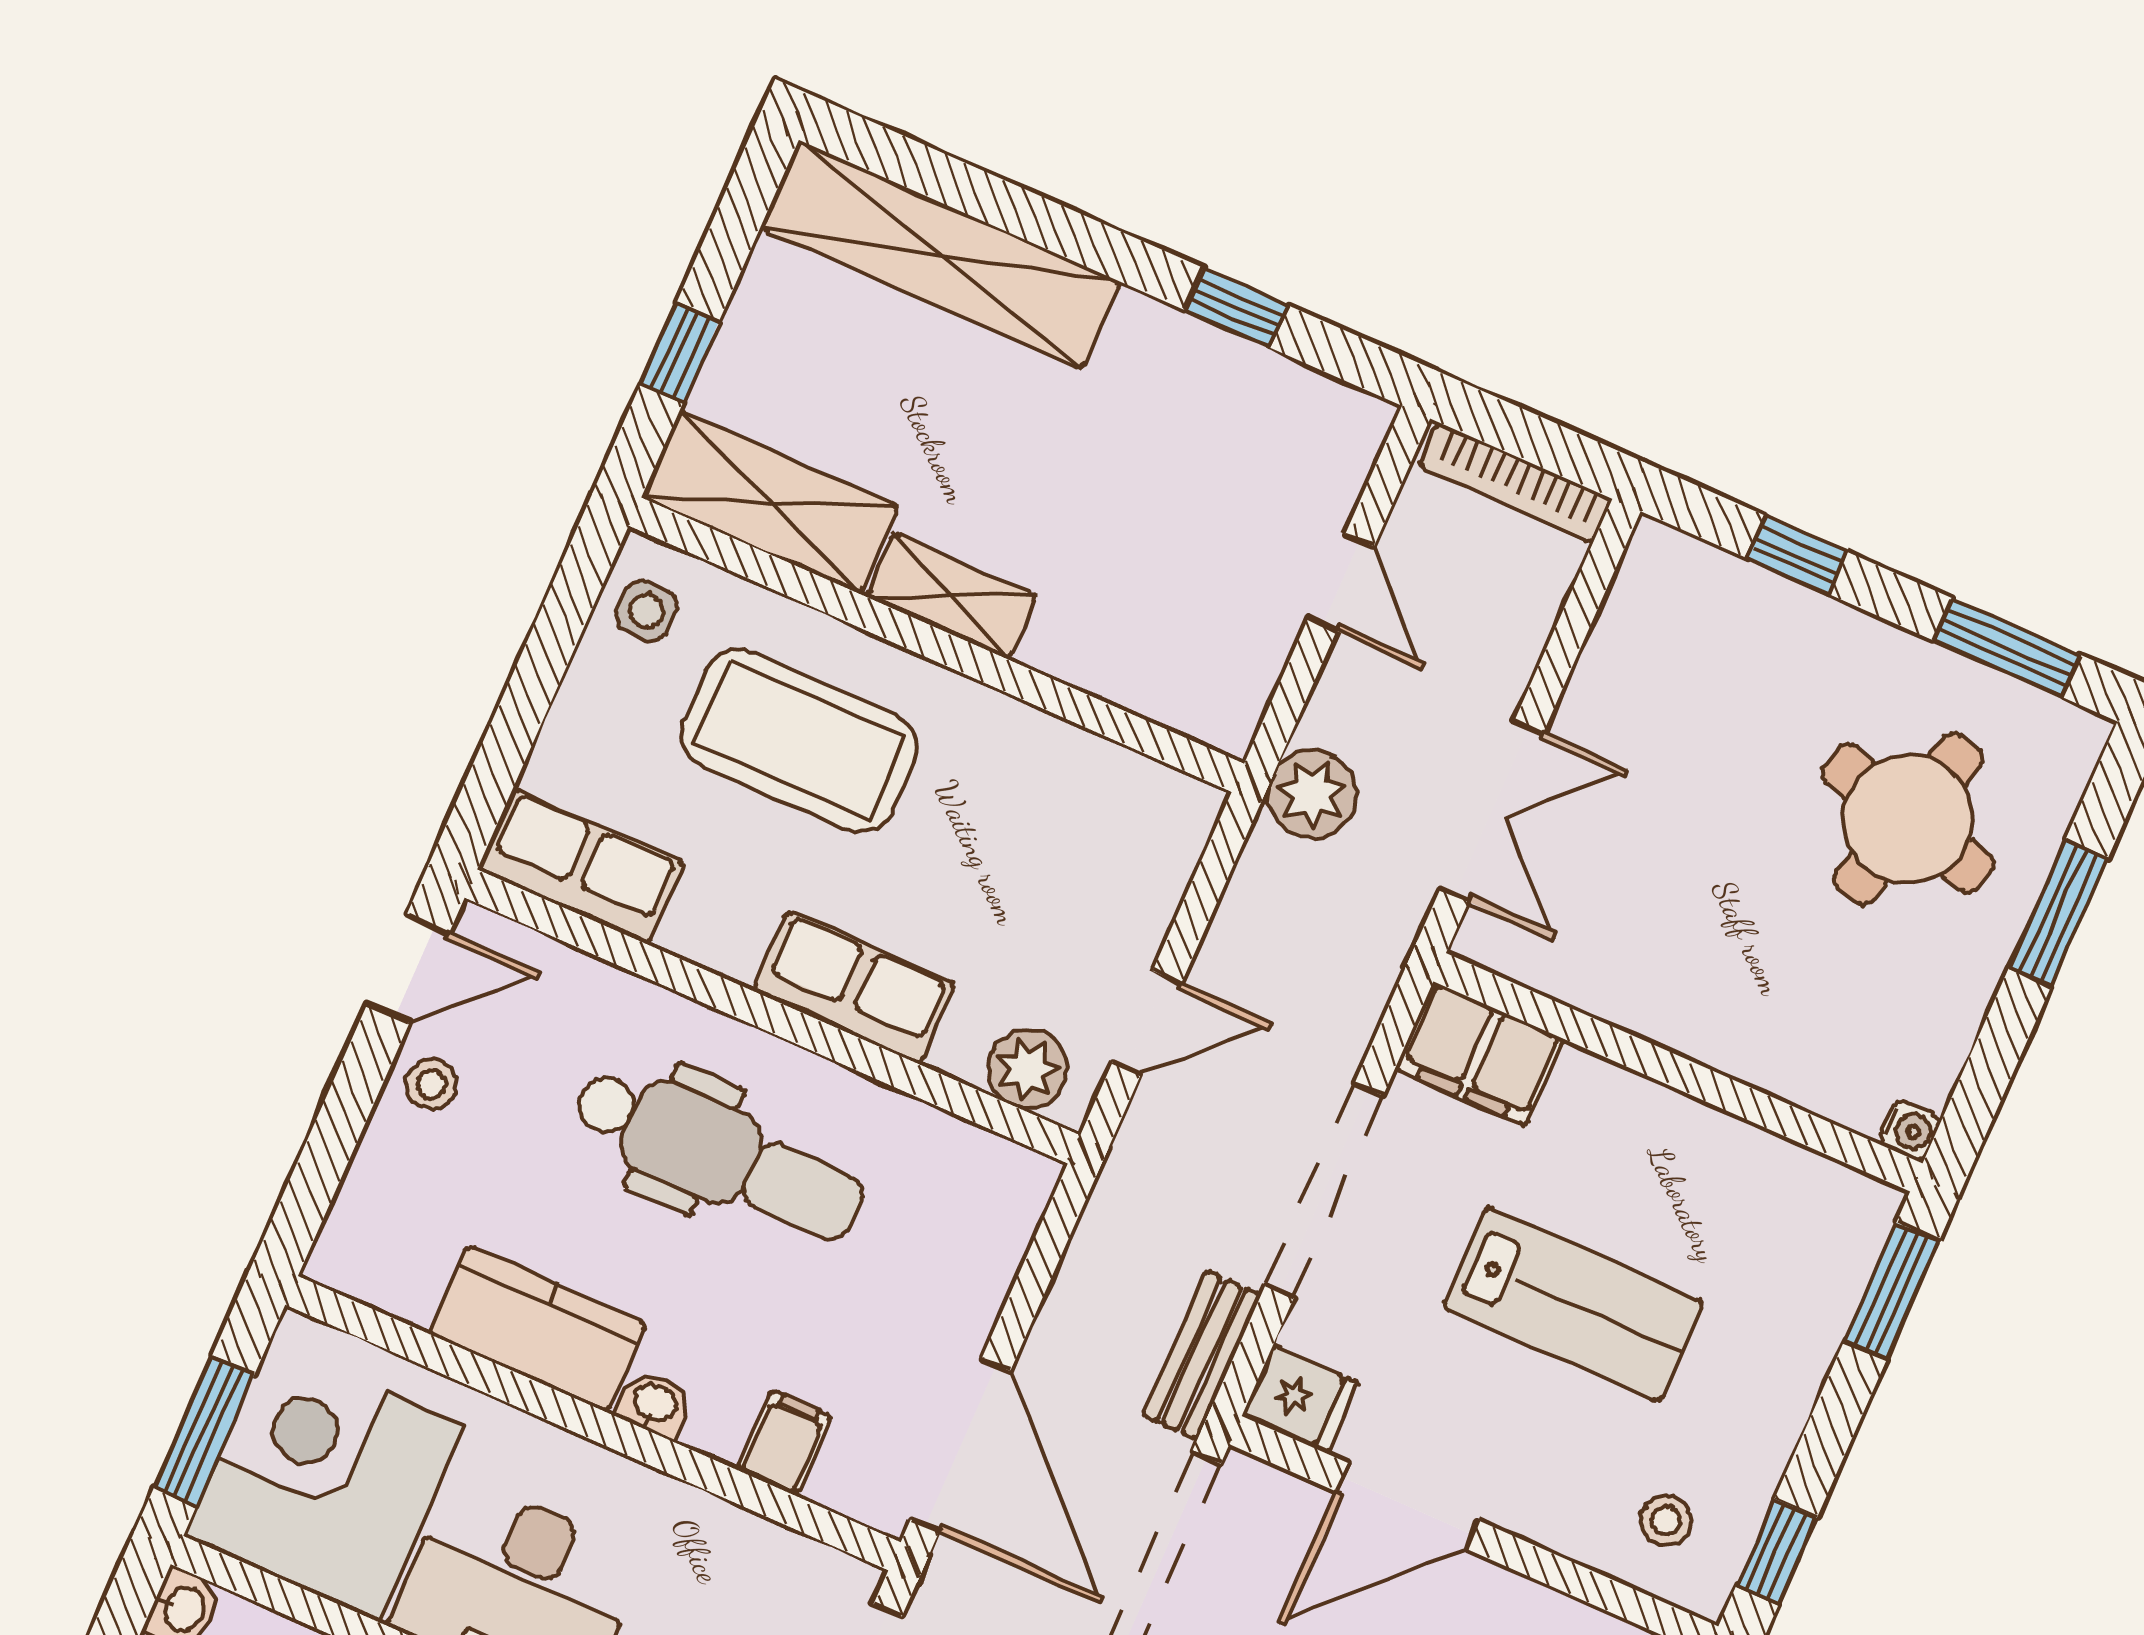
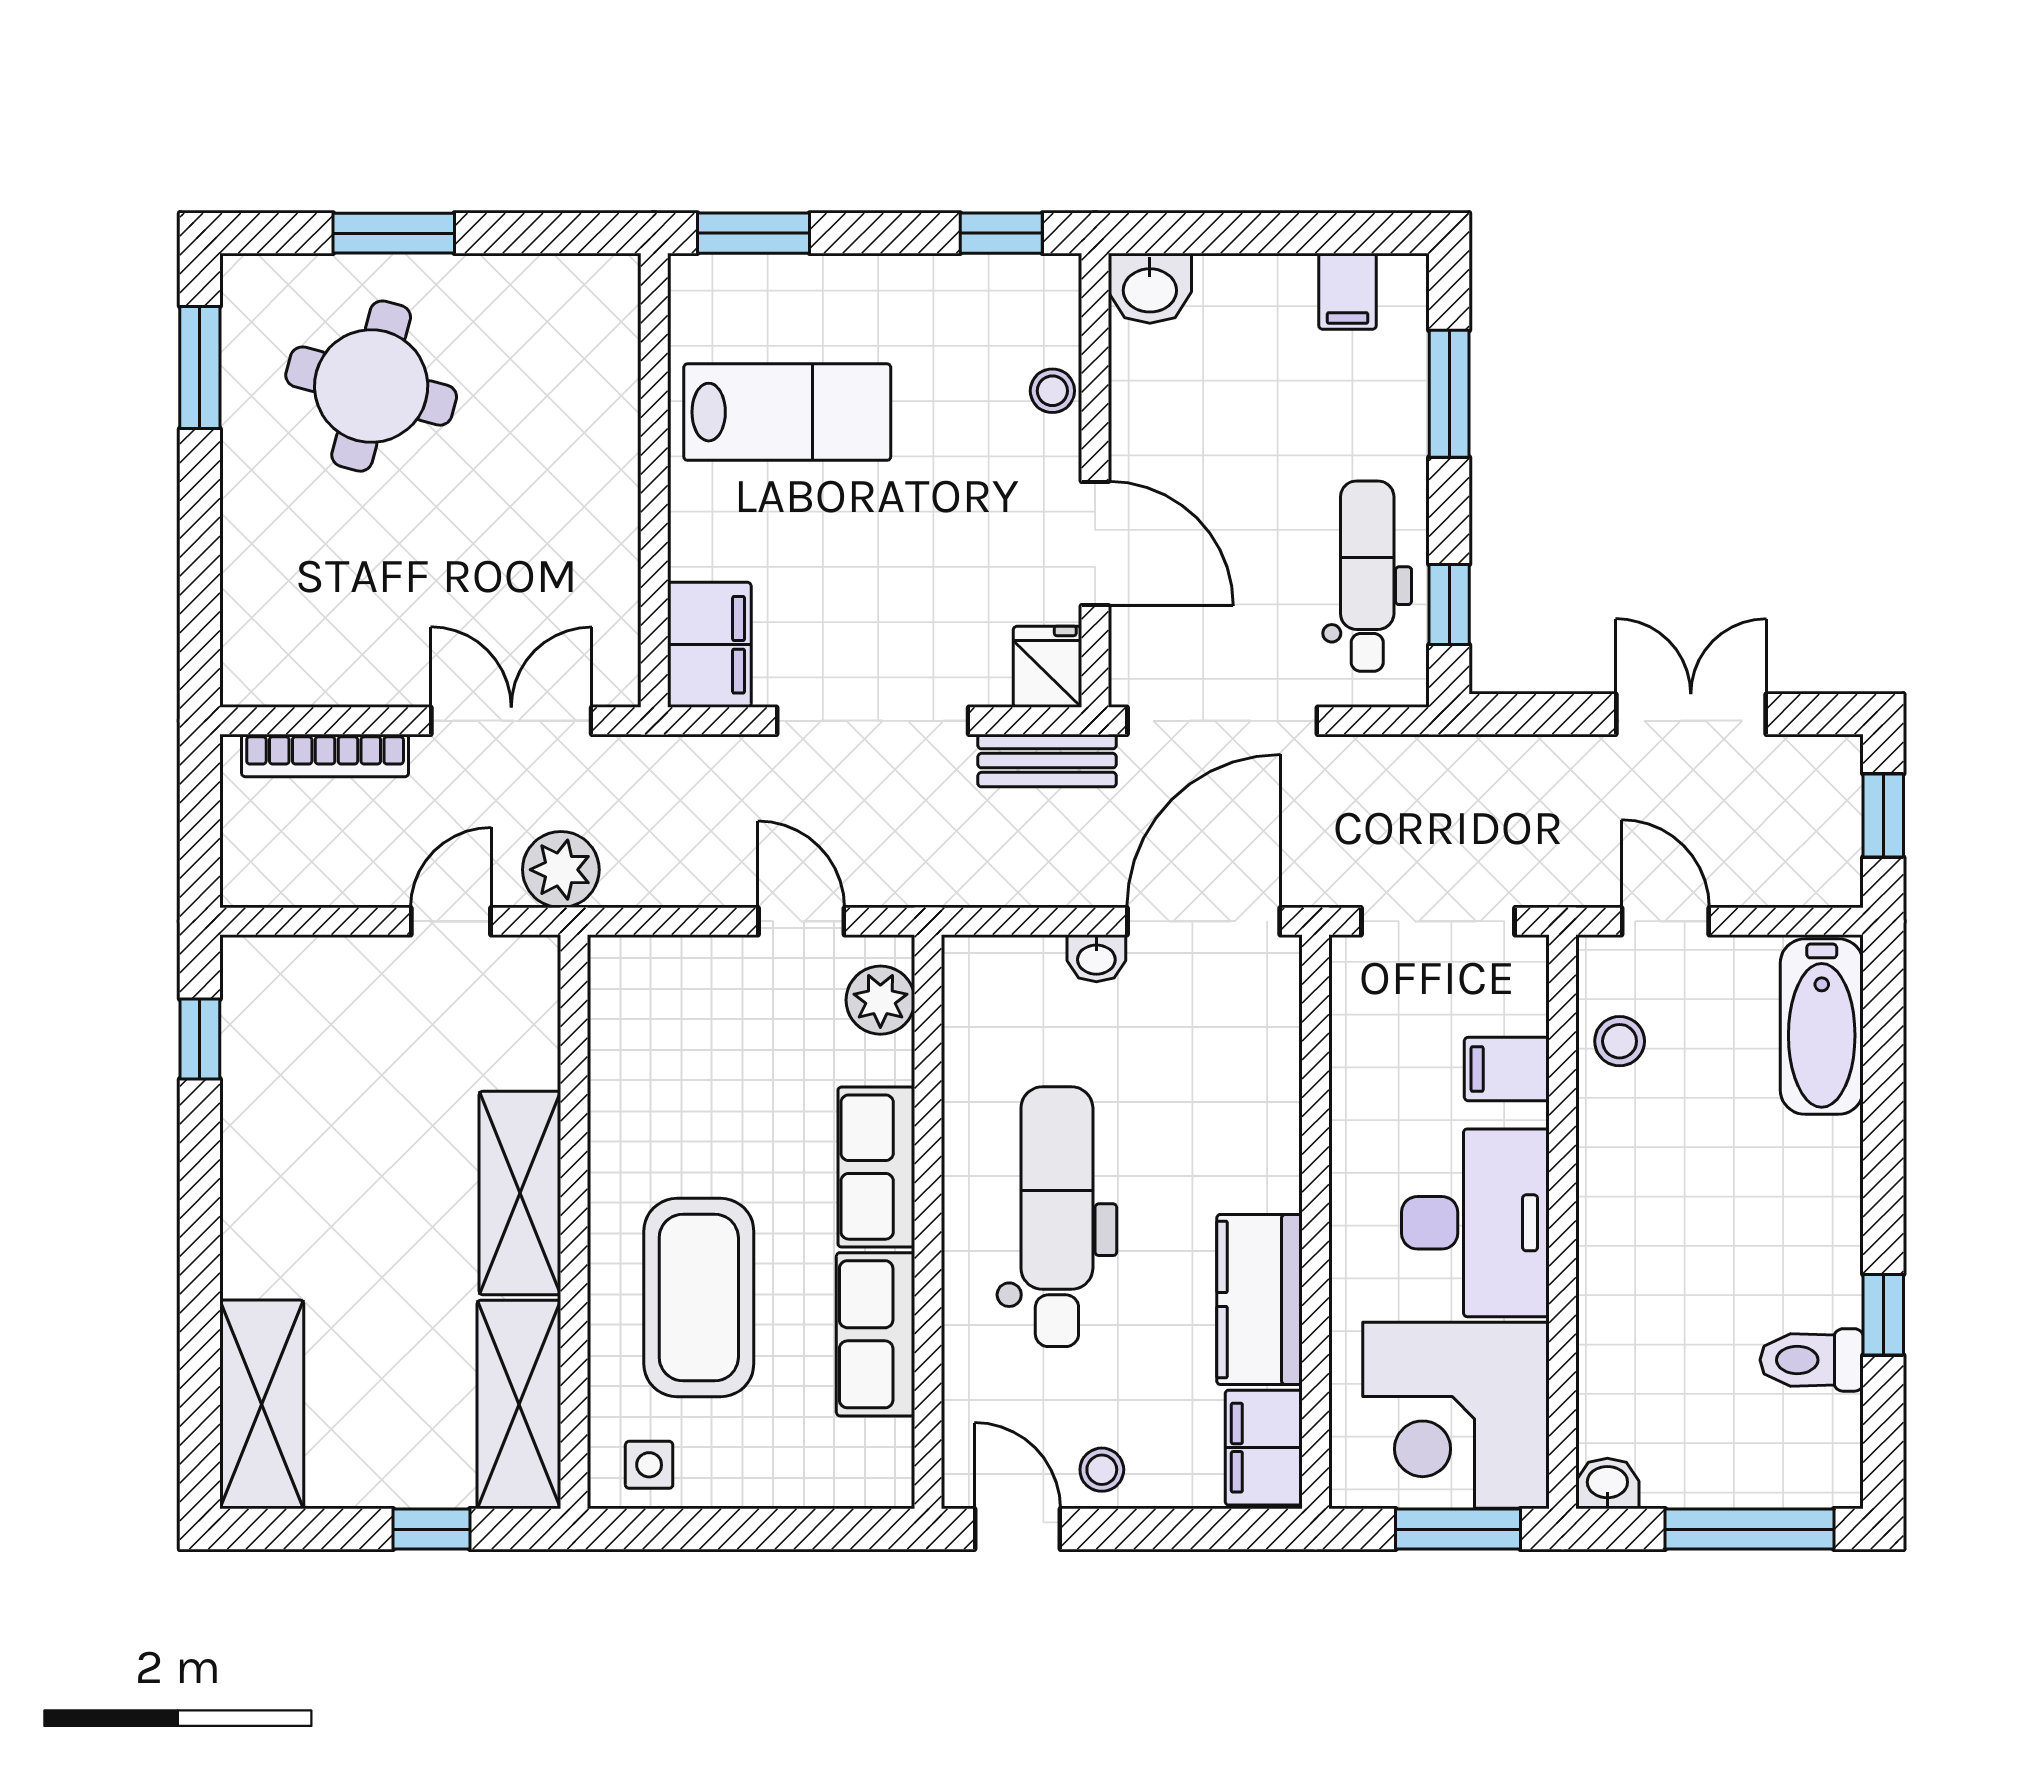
shelving: (940, 255) -> (262, 1404), width x0.68
window: (1236, 308) -> (200, 1039), moved
bookcase: (1515, 483) -> (325, 756), moved, turned 90
window: (1797, 555) -> (200, 568), removed
door: (1341, 582) -> (451, 921), moved
shelving: (951, 596) -> (520, 1193), width x1.50, depth x1.33
row of seats: (581, 866) -> (876, 1334), moved
water cooler: (1910, 1130) -> (619, 275), removed
lab bench: (1573, 1304) -> (787, 412), moved, turned 90
washbasin: (654, 1404) -> (1096, 958), moved, turned -90
filing cabinet: (784, 1443) -> (1264, 1448), moved, width x2.00
stool: (1666, 1520) -> (1052, 391), moved

